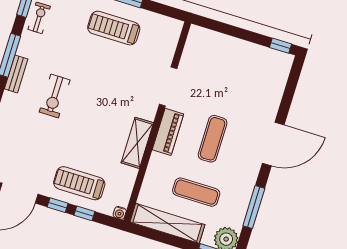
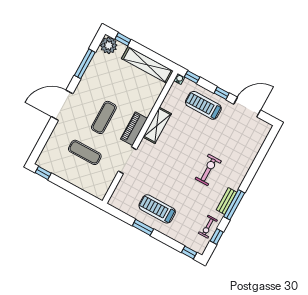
treadmill: (114, 28) -> (157, 209), turned 180
bench: (16, 74) -> (226, 201), moved
treadmill: (79, 183) -> (203, 105), turned 180
exercise mat: (196, 192) -> (85, 152), moved
window: (84, 213) -> (192, 77), moved

